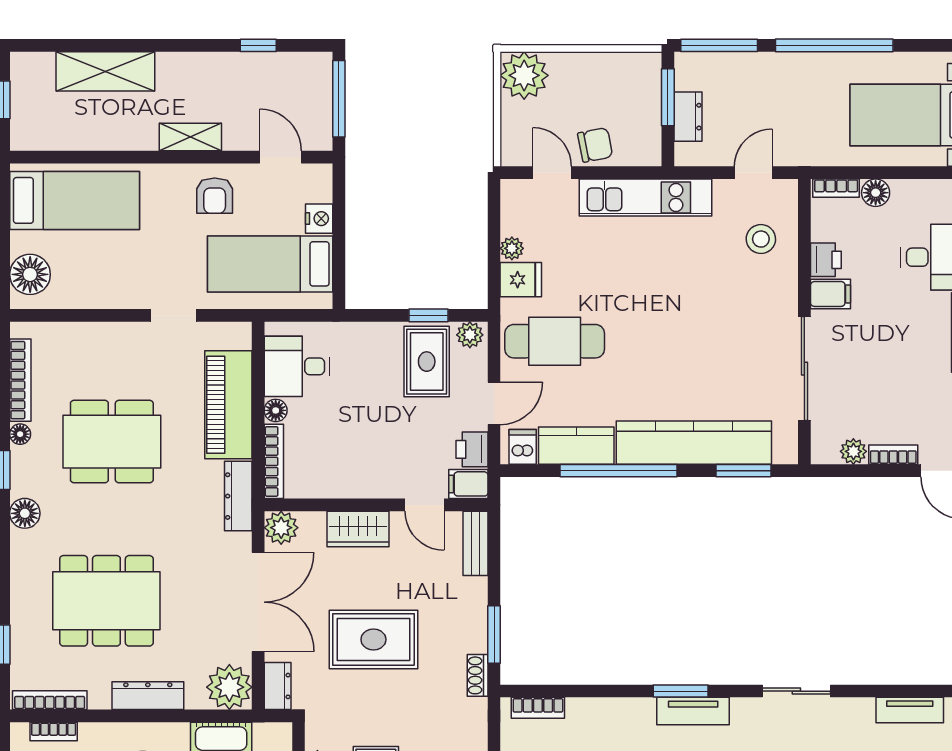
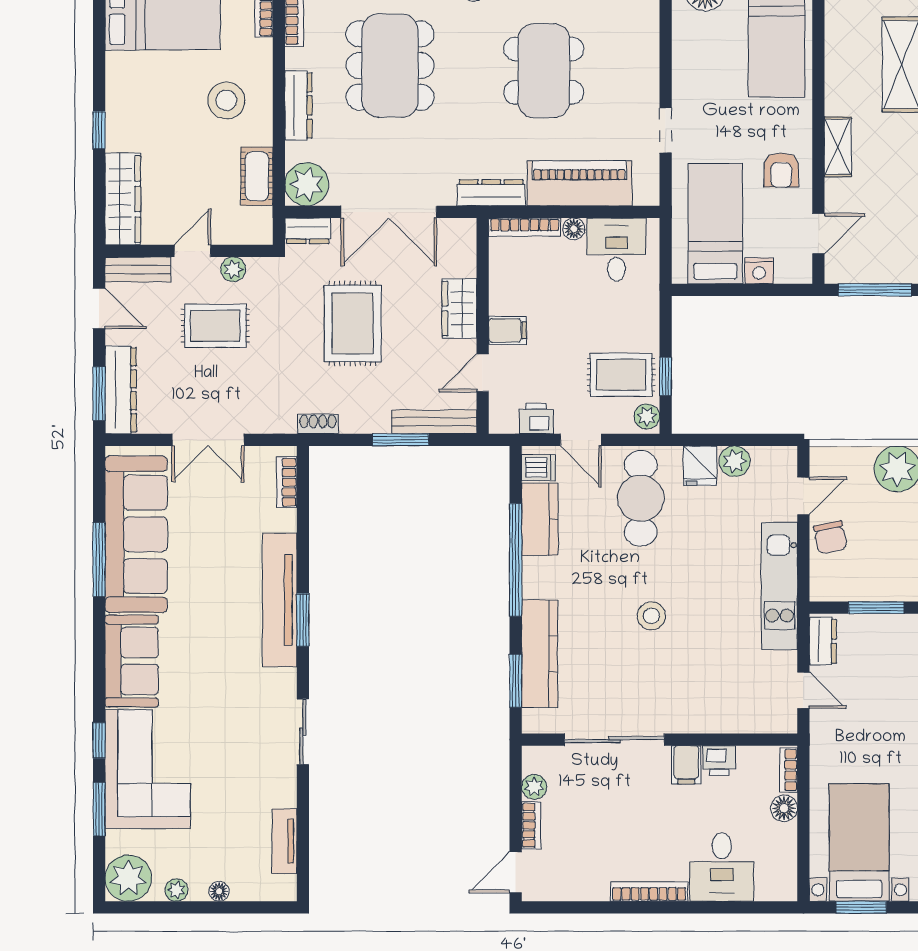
dresser: (688, 117) -> (823, 641), moved, turned -90
armchair: (215, 196) -> (781, 170), turned -90
stool: (761, 239) -> (651, 616), moved
plant: (512, 248) -> (735, 461), width x1.38, depth x1.38
kitchen counter: (694, 443) -> (540, 654), width x0.72, depth x0.86
filing cabinet: (468, 484) -> (508, 330), moved, turned 90
plant: (281, 528) -> (461, 234), removed
bench: (476, 543) -> (434, 422), width x1.36
window: (494, 635) -> (401, 440), moved
tv unit: (693, 711) -> (280, 600), width x1.92, depth x1.29

